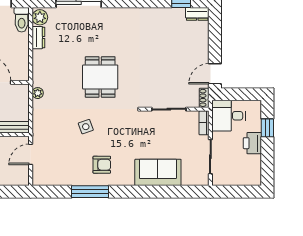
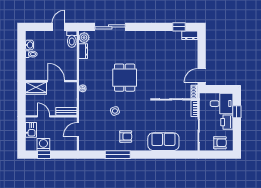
desk: (229, 116) -> (222, 104), moved, turned 180
armchair: (242, 174) -> (220, 143), added

